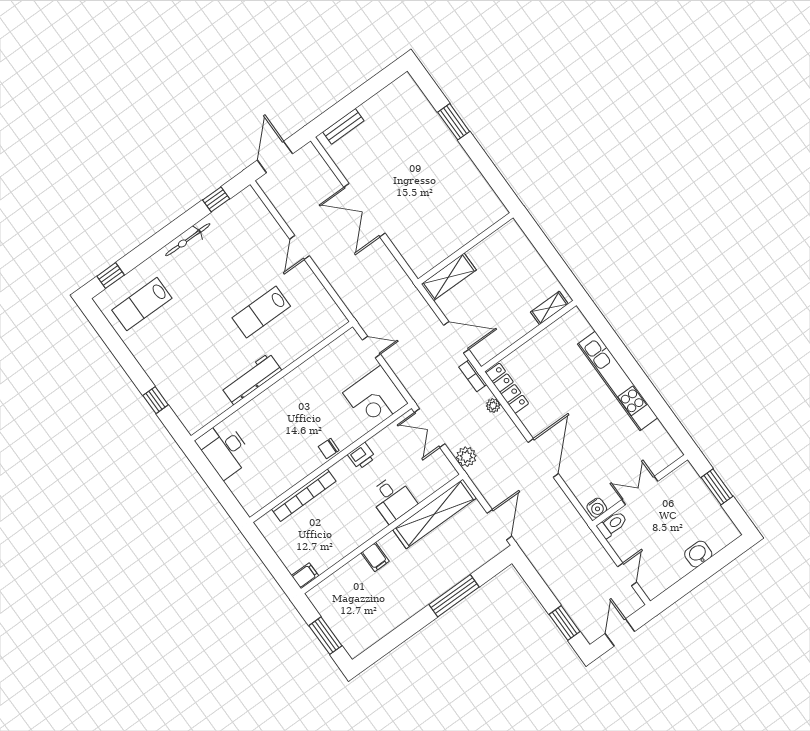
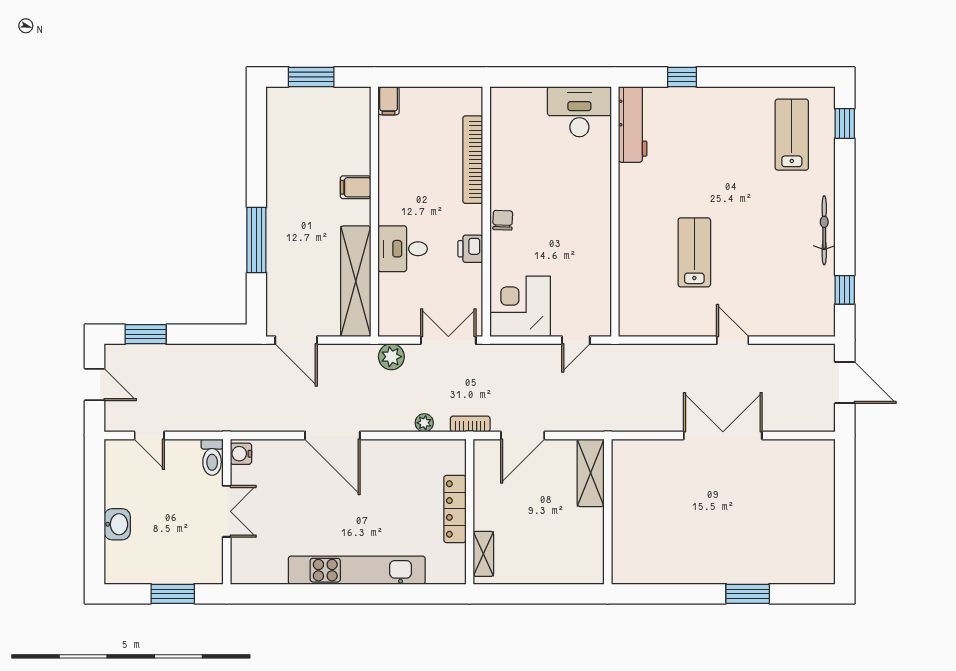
bench: (343, 126) -> (825, 476), removed
workbench: (251, 379) -> (633, 124), moved
locker: (507, 388) -> (455, 509), moved, turned 90

